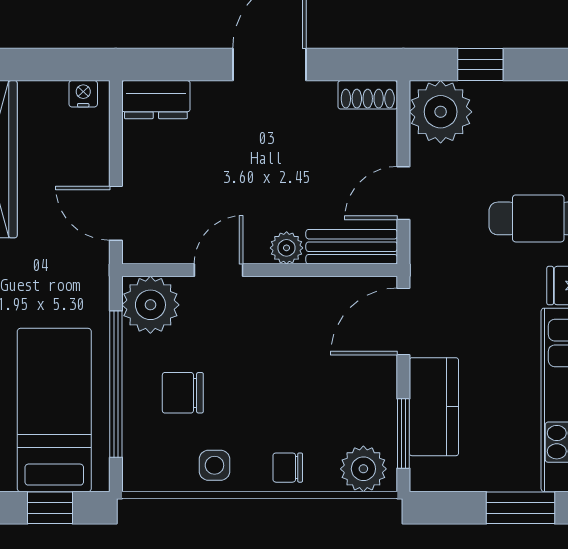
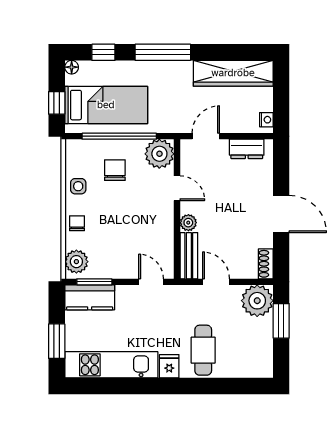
window: (480, 64) -> (281, 321), width x1.50
dresser: (156, 100) -> (247, 149), moved, turned -90
door: (403, 321) -> (151, 282), width x0.73
kitchen counter: (434, 407) -> (90, 297), moved

